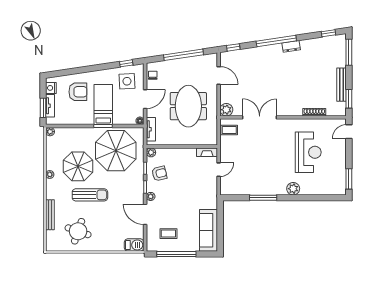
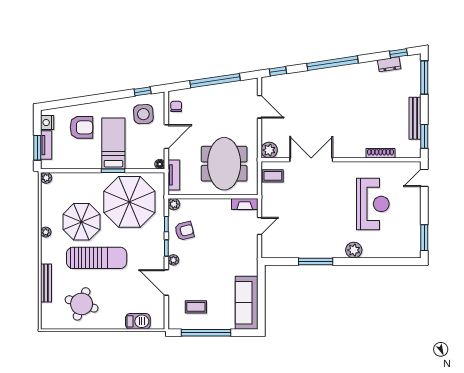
dresser: (291, 46) -> (389, 64), moved
meeting table: (188, 106) -> (224, 164), moved
sun lounger: (90, 195) -> (97, 258), width x1.36, depth x1.34
barbecue: (134, 245) -> (138, 321), moved

